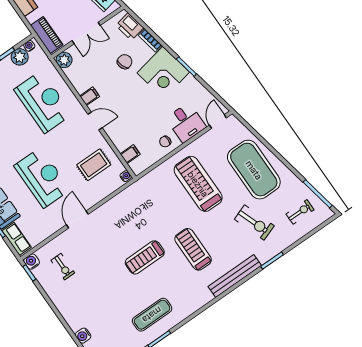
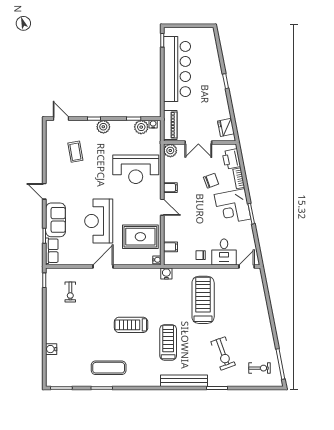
reception desk: (43, 102) -> (136, 169), turned 90
rug: (94, 165) -> (140, 237), width x1.36, depth x1.43
exercise mat: (254, 170) -> (248, 317), removed
reception desk: (42, 178) -> (99, 221), turned 180
water cooler: (32, 262) -> (166, 273), moved

